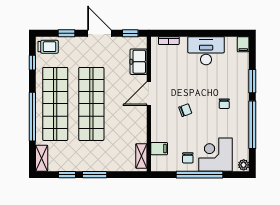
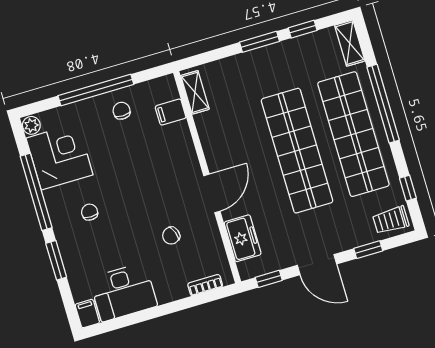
desk: (206, 51) -> (123, 292), moved
chair: (185, 110) -> (171, 236), moved
corner desk: (216, 155) -> (60, 156), moved, turned -90

